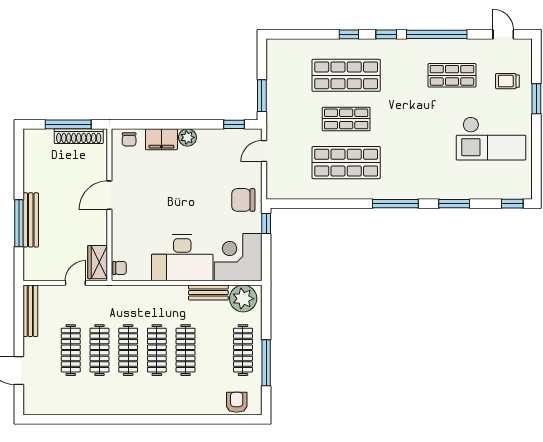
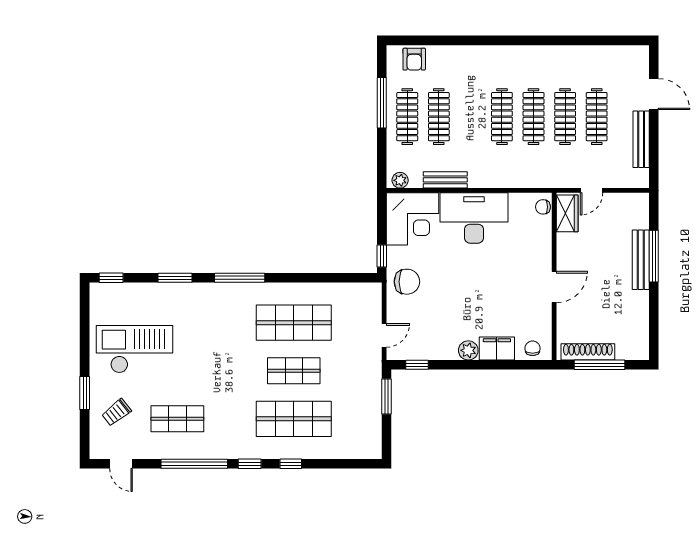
trolley: (507, 81) -> (116, 412), turned 142
plant: (243, 299) -> (400, 180), width x0.53, depth x0.53
bench: (30, 311) -> (641, 139), moved
clothes rail: (186, 350) -> (439, 117), moved

